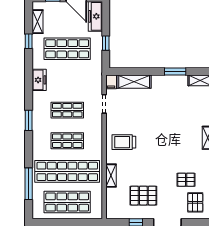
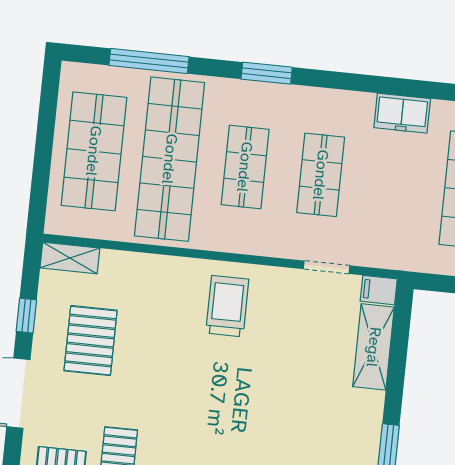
window: (29, 120) -> (267, 73), moved
shelving: (111, 176) -> (70, 258), moved

